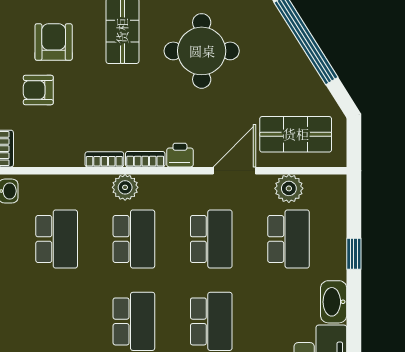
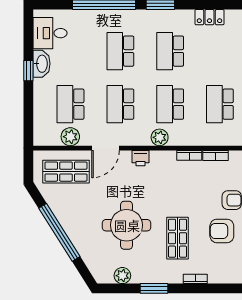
armchair: (54, 42) -> (222, 231), turned 90
bookcase: (145, 159) -> (215, 156), moved
plant: (125, 187) -> (160, 137), moved
window: (354, 254) -> (28, 71), moved

